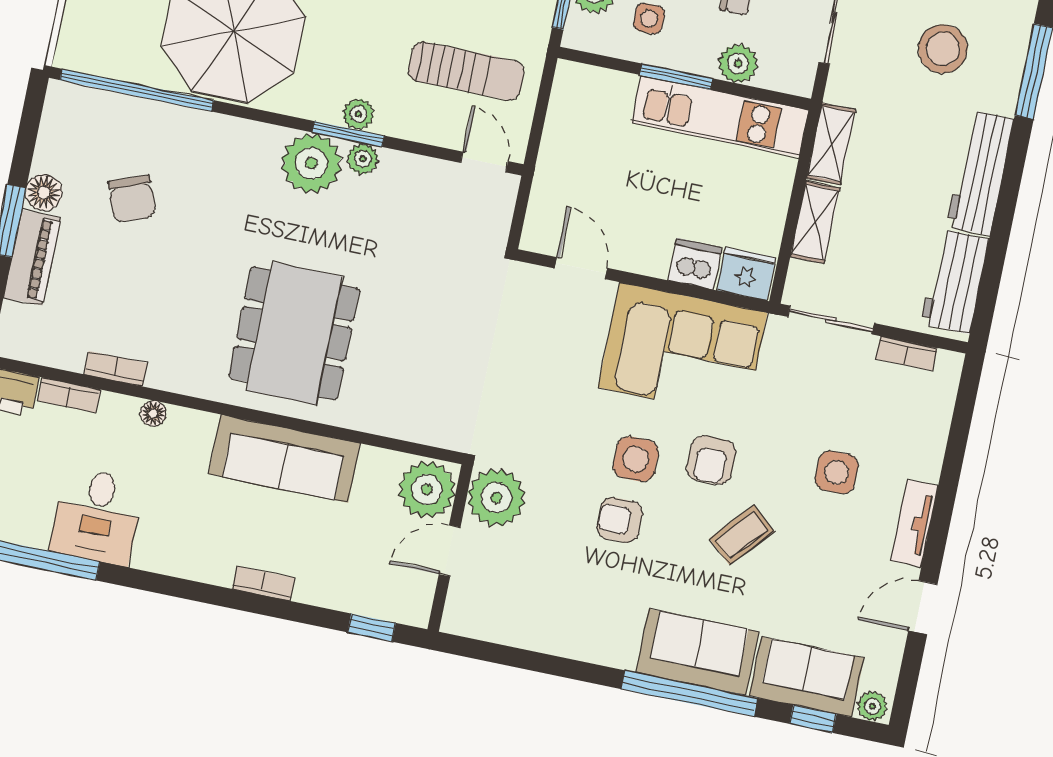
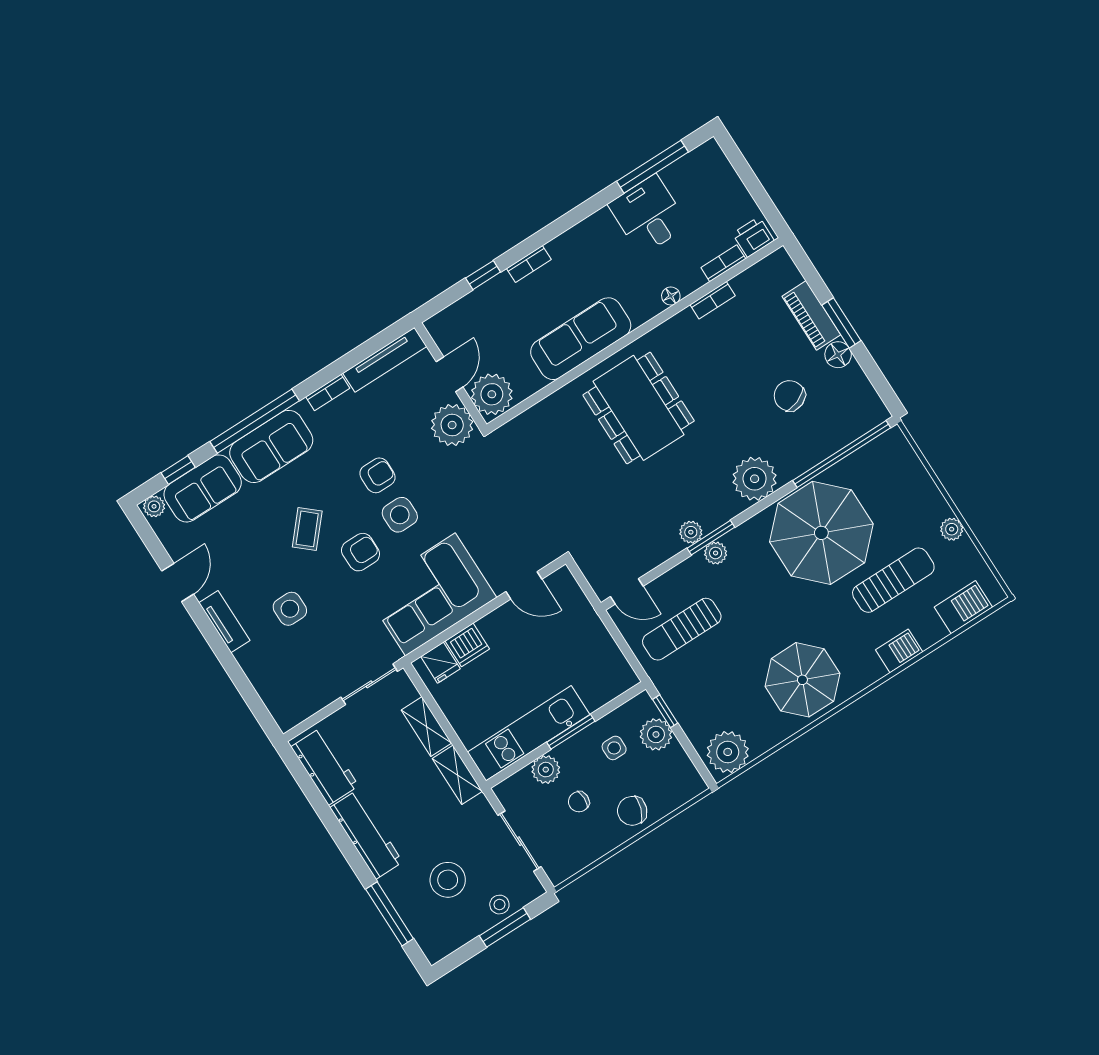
plant: (311, 163) -> (755, 479), moved
fridge: (746, 274) -> (440, 663), width x0.72
bookcase: (906, 353) -> (328, 392), moved, turned 180
armchair: (711, 460) -> (361, 552), turned 90
window: (372, 628) -> (483, 275), moved
tv unit: (500, 628) -> (385, 360), added

